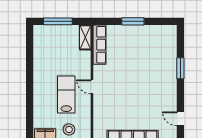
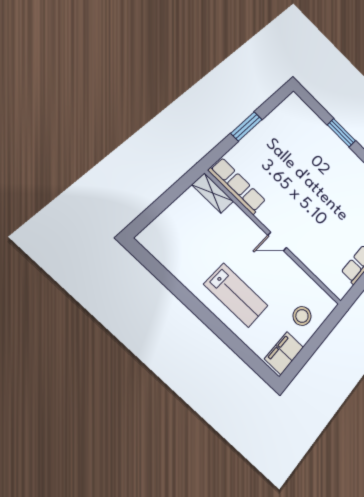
window: (58, 21) -> (161, 204), removed
lab bench: (66, 94) -> (236, 295), moved, turned 180

